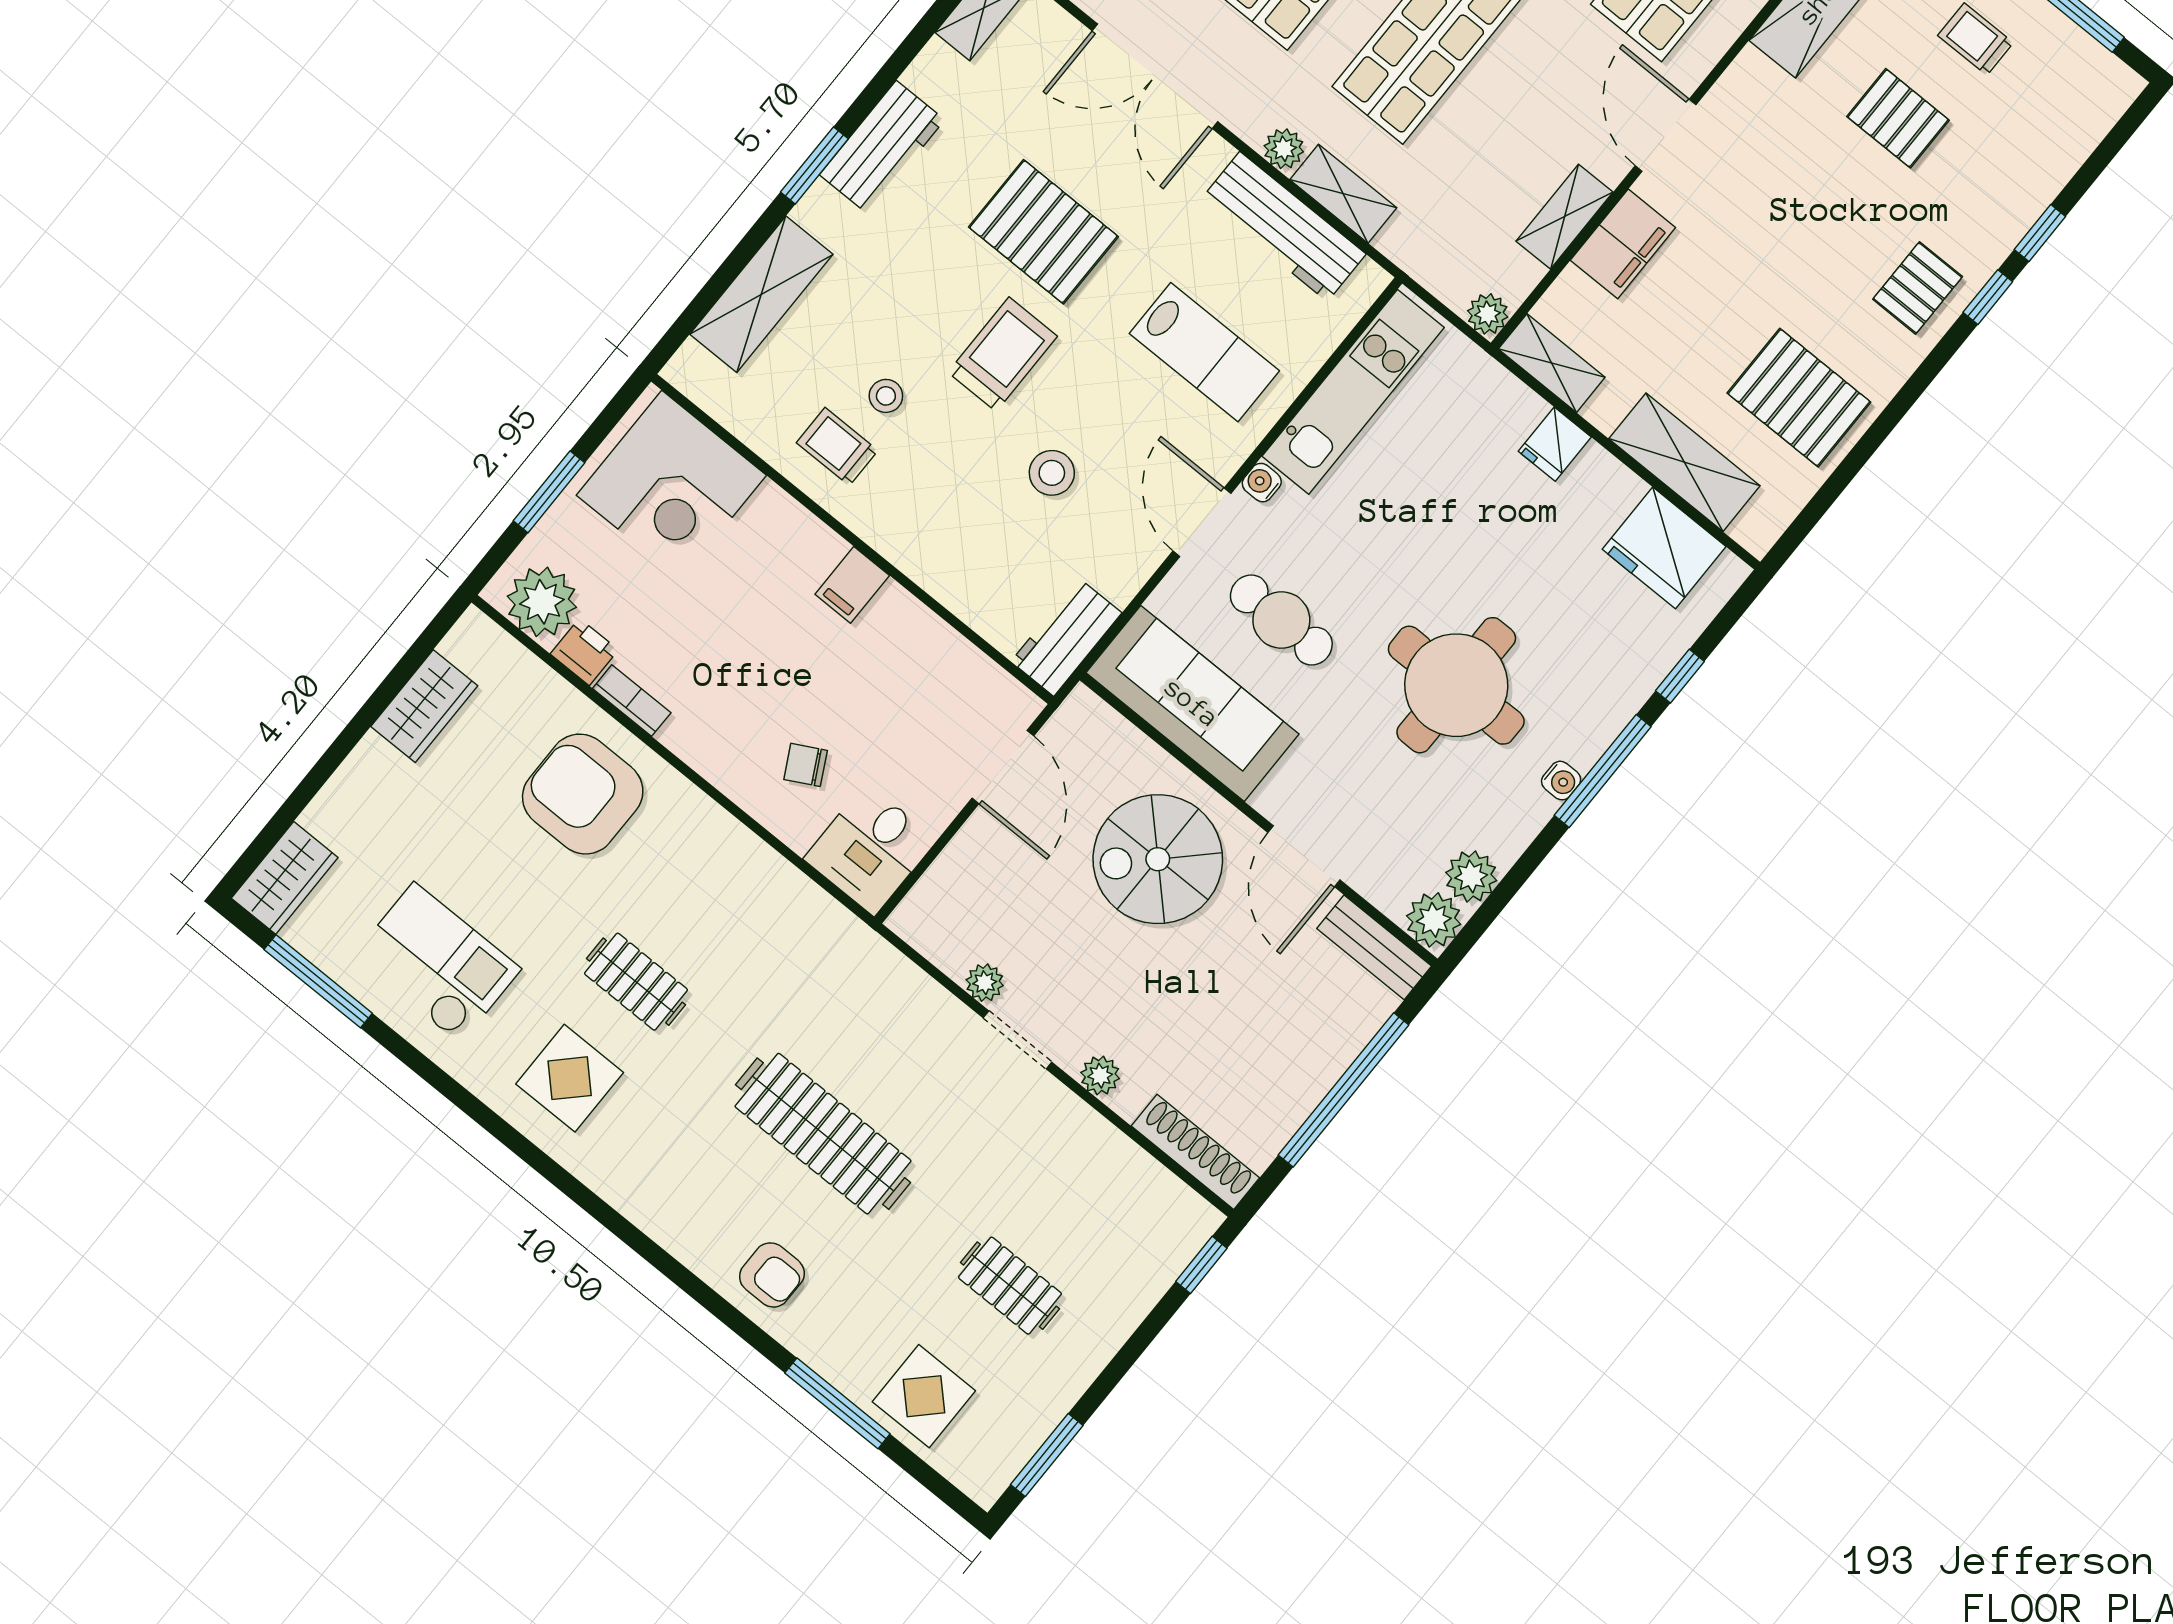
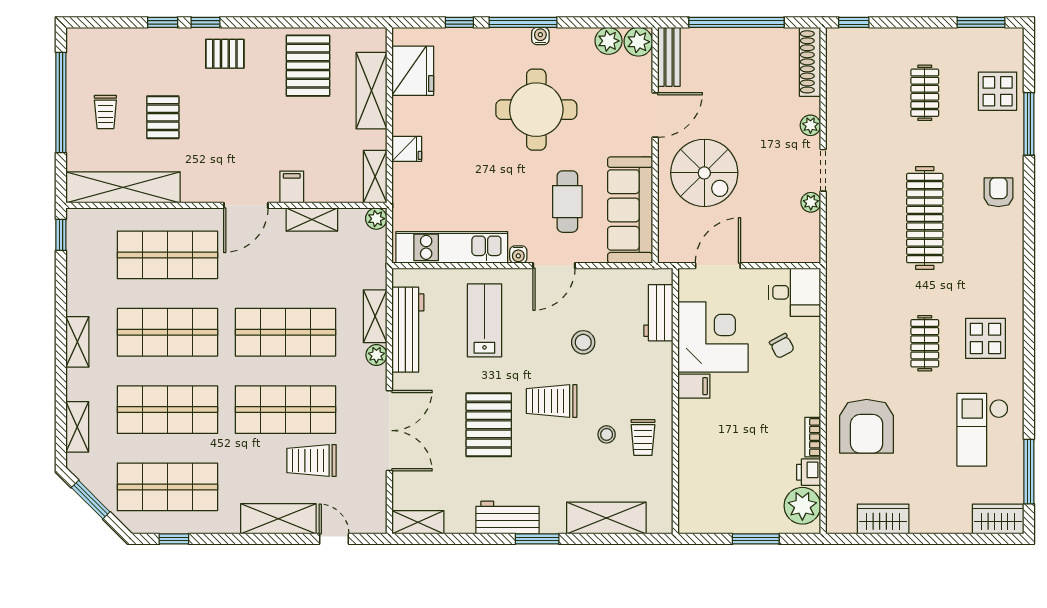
filing cabinet: (1623, 244) -> (292, 187), width x0.50
corner desk: (671, 485) -> (713, 337), moved
workbench: (1066, 637) -> (658, 313), moved, turned 90

